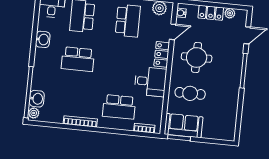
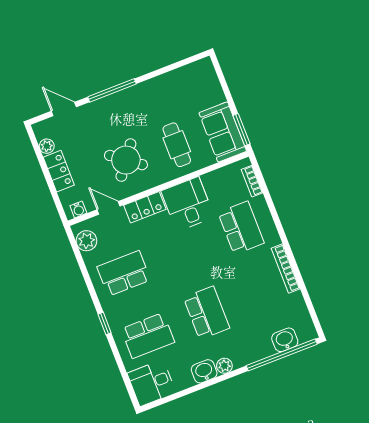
round table: (197, 57) -> (126, 160), turned 37
plant: (34, 113) -> (224, 366), moved

